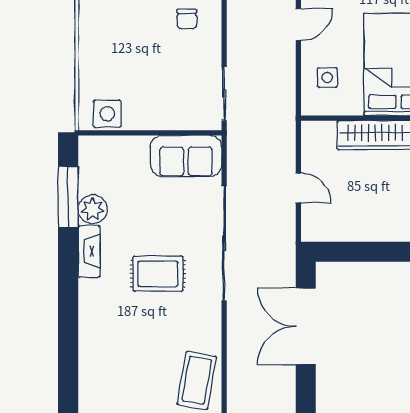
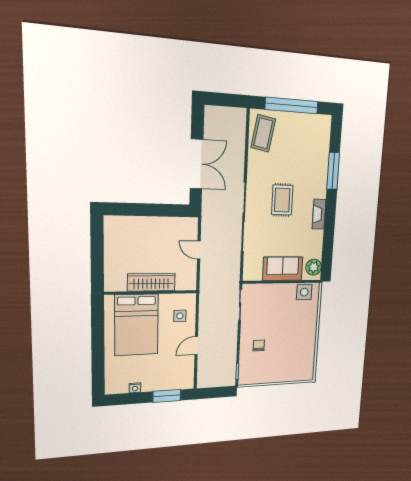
sofa: (186, 156) -> (283, 269), moved
window: (68, 197) -> (333, 171), moved
plant: (93, 209) -> (314, 267), moved
rug: (158, 274) -> (282, 200), turned 90

